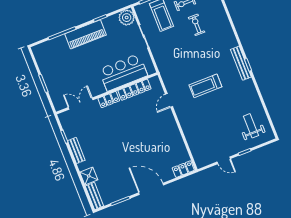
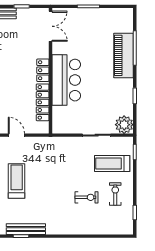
piano: (86, 34) -> (124, 55), moved
bar counter: (123, 72) -> (66, 80), moved
double door: (81, 104) -> (51, 26), moved

